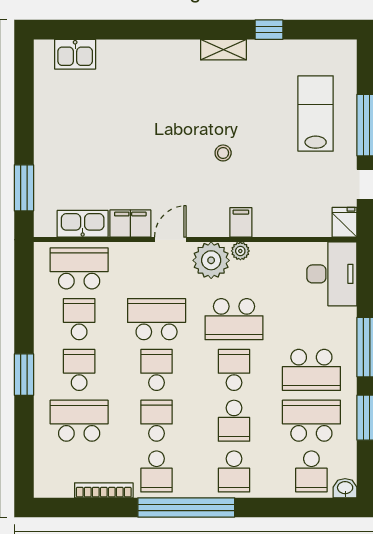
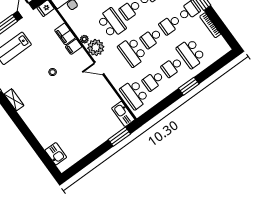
kitchen sink: (83, 224) -> (123, 114), moved
filing cabinet: (130, 224) -> (65, 34), moved

